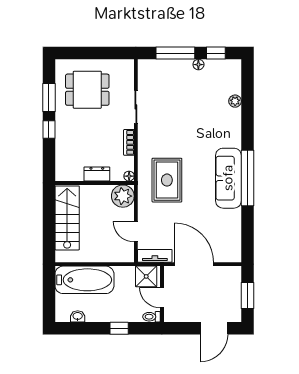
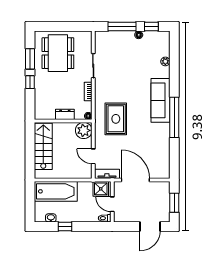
dining table: (87, 90) -> (58, 53), width x1.37
sofa: (228, 178) -> (161, 100), moved
window: (119, 328) -> (65, 226), moved

